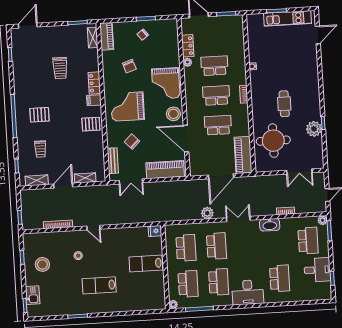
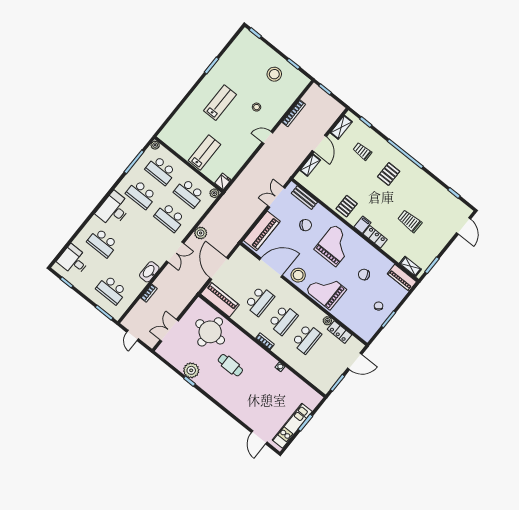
plant: (323, 220) -> (214, 193), moved
desk: (317, 270) -> (74, 260), moved, turned 90
kitchen sink: (33, 295) -> (258, 46), removed

